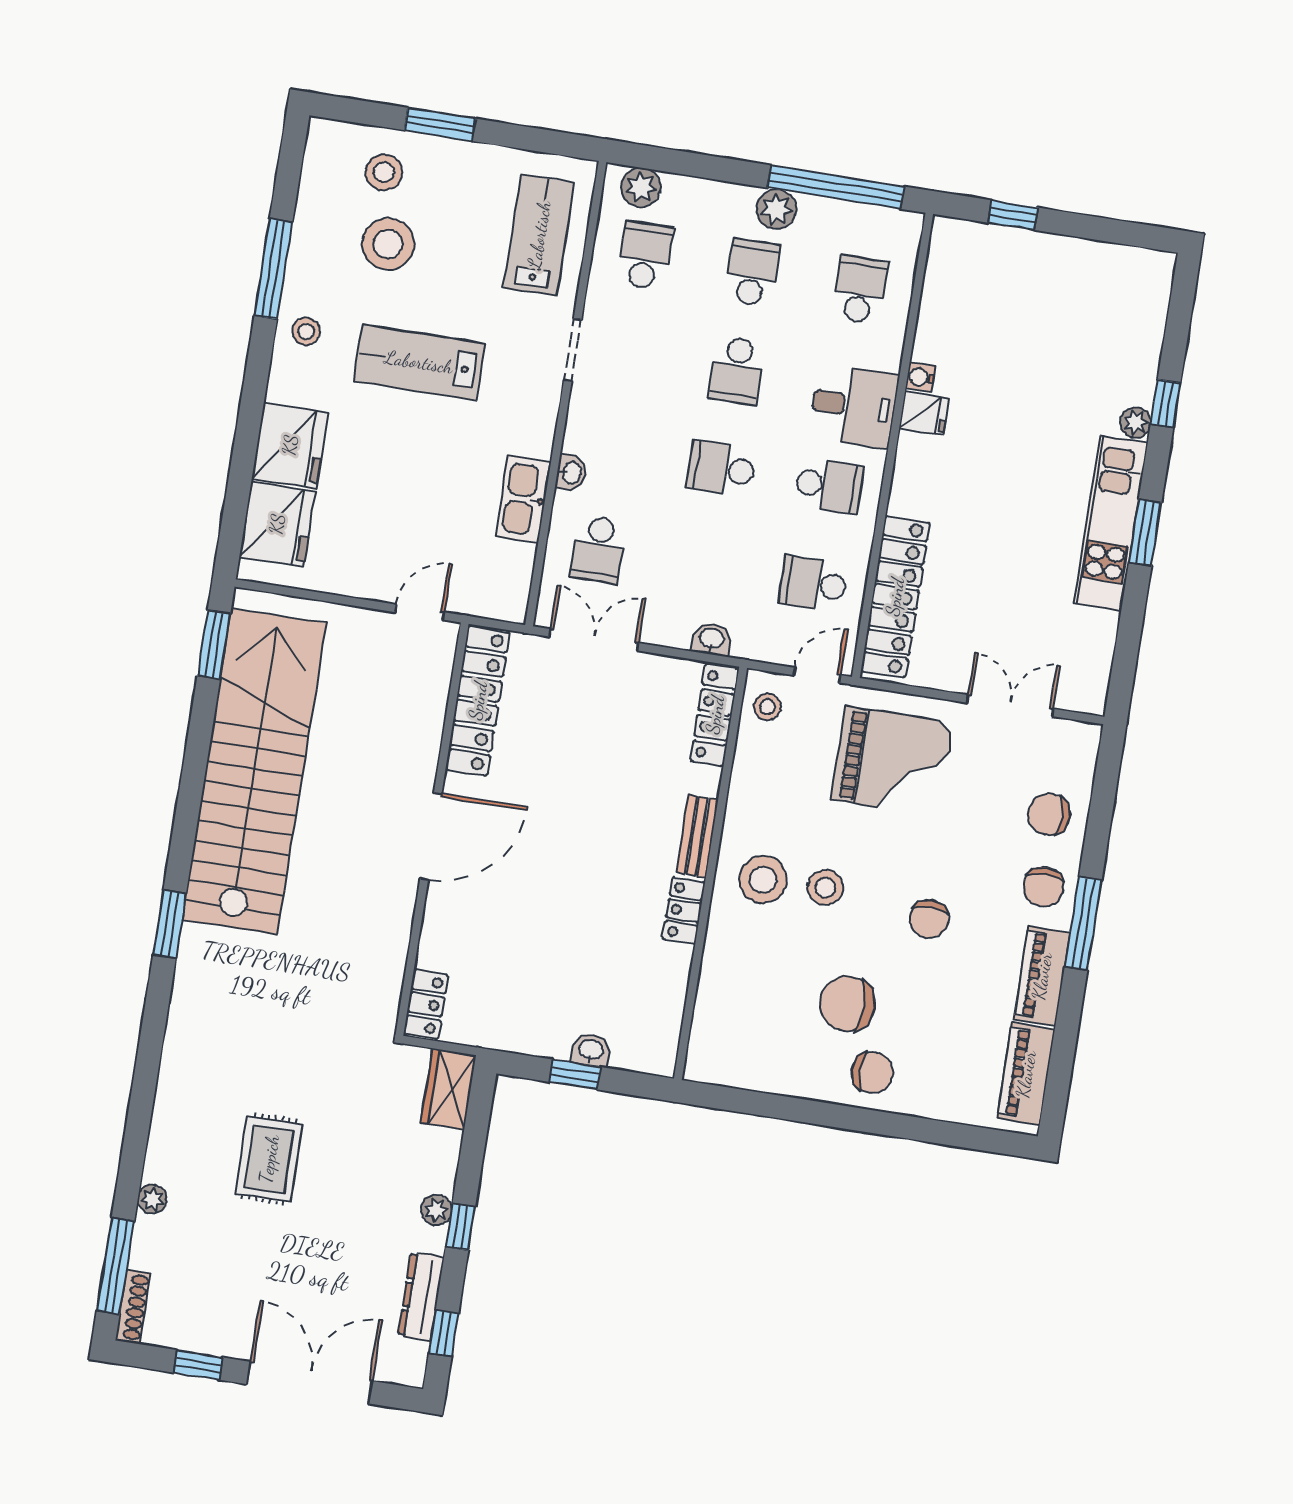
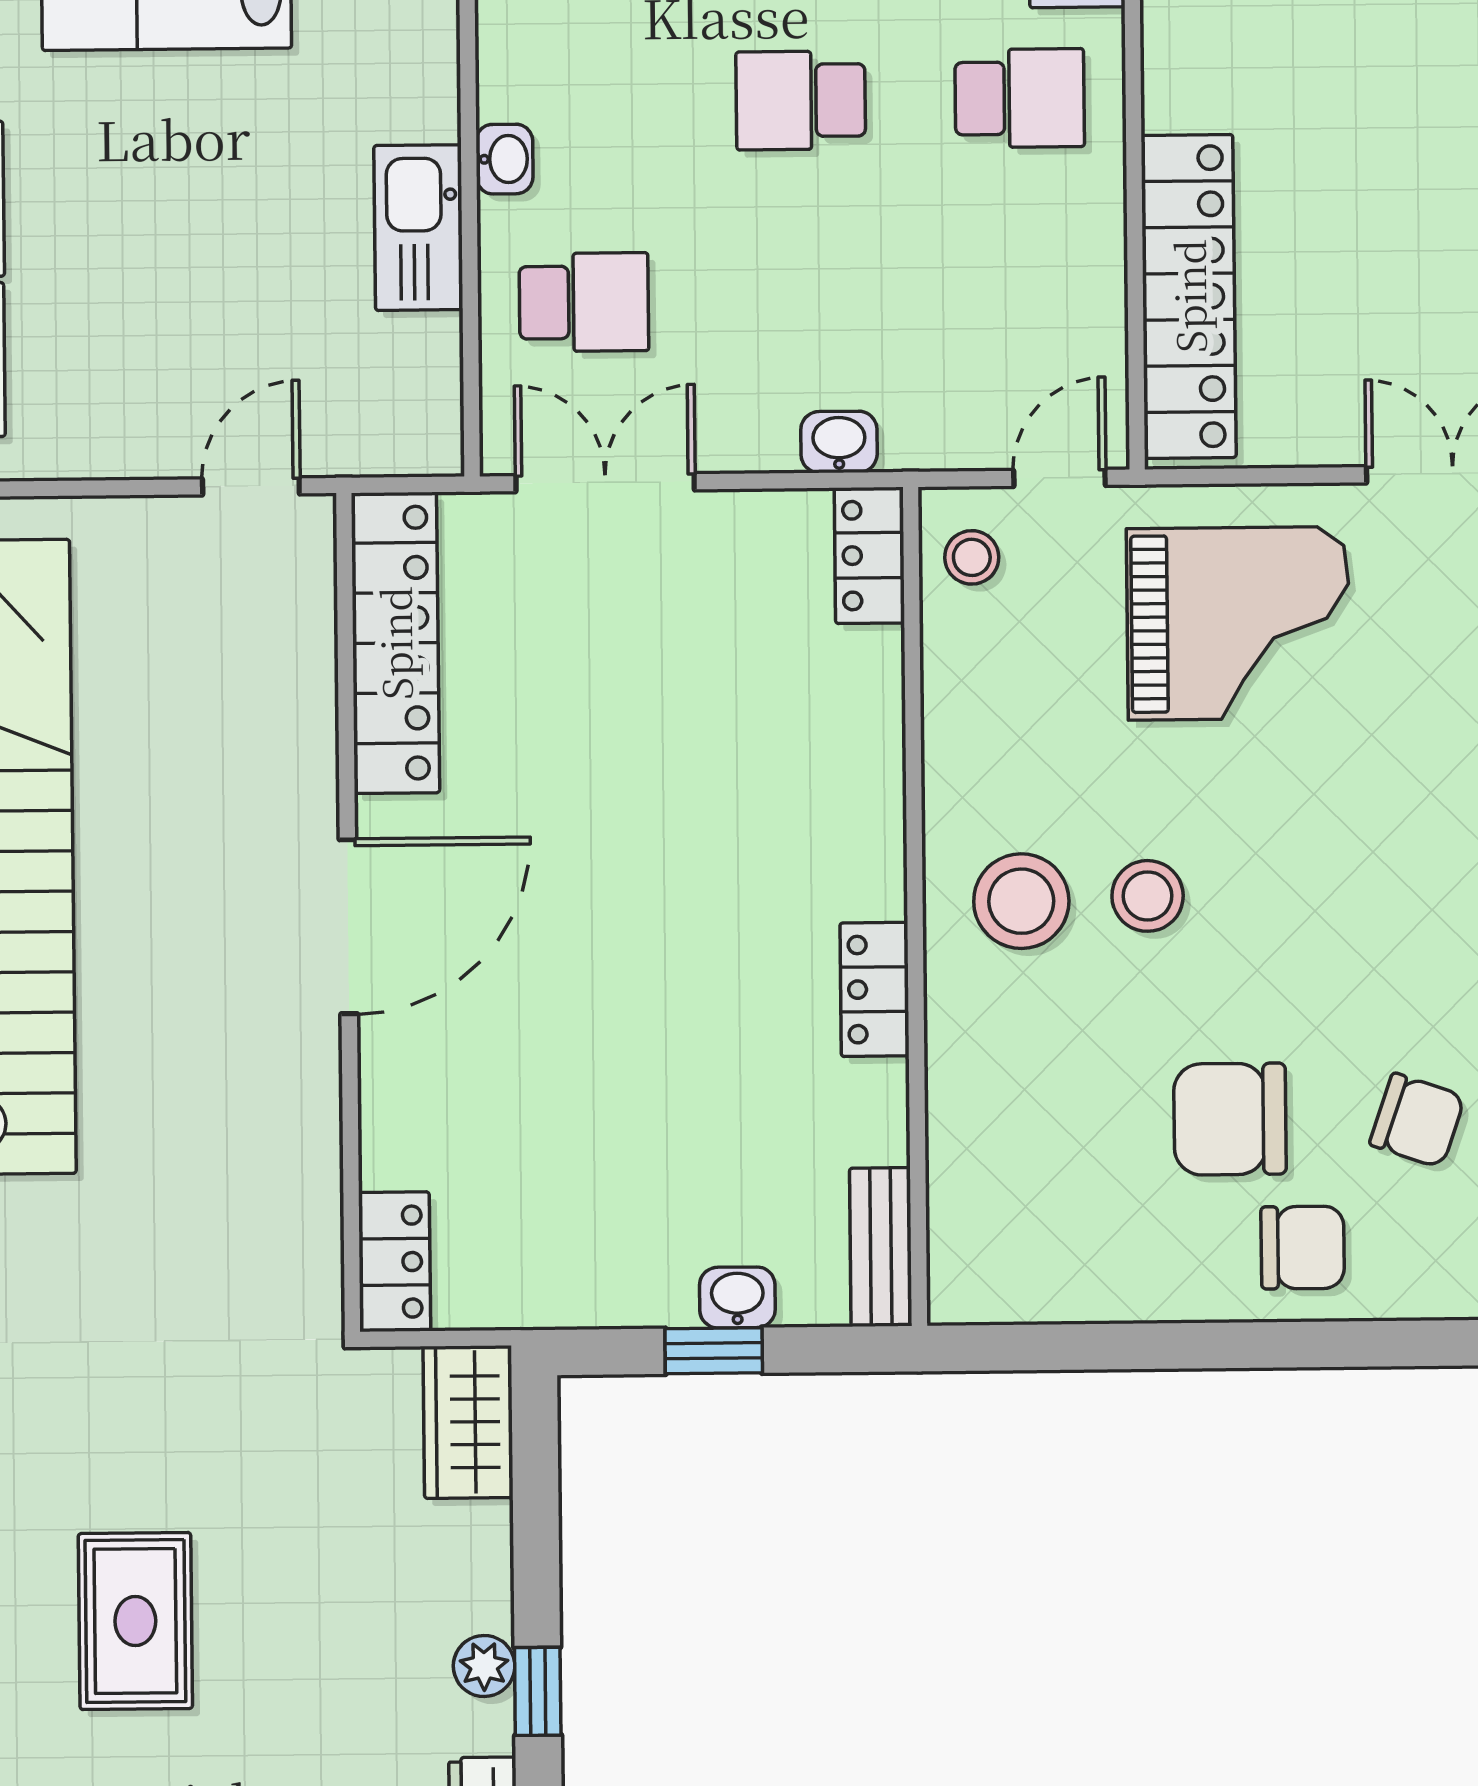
school desk: (598, 550) -> (584, 302), turned -90
school desk: (813, 584) -> (1022, 298), removed
locker: (715, 715) -> (869, 555), width x0.66
bench: (697, 836) -> (881, 1247), moved
chair: (929, 919) -> (1417, 1120), moved, turned -71

